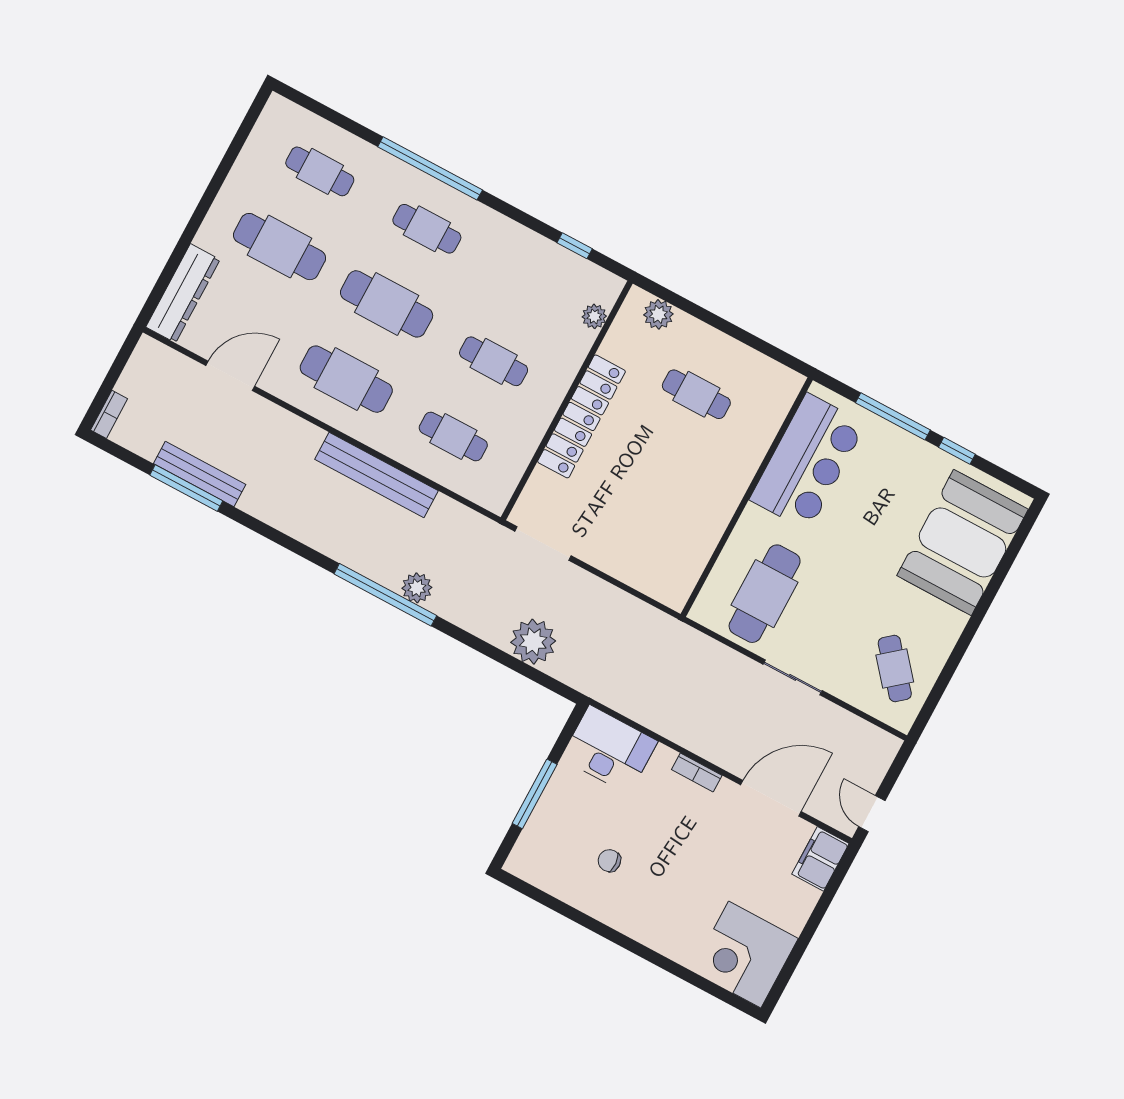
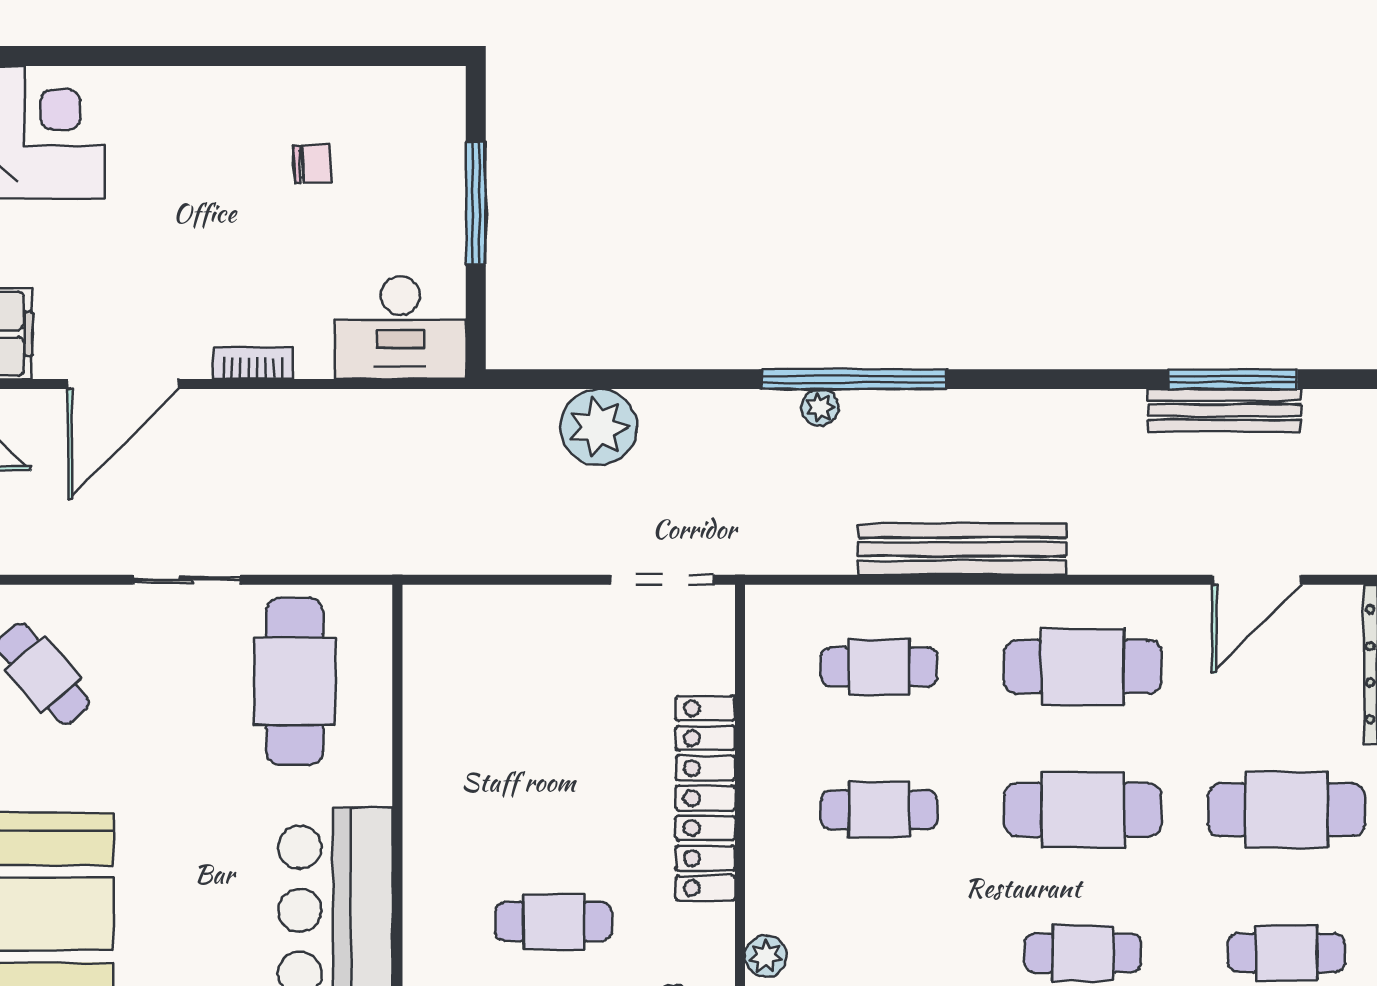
plant: (417, 588) -> (820, 407), width x0.73, depth x0.73

